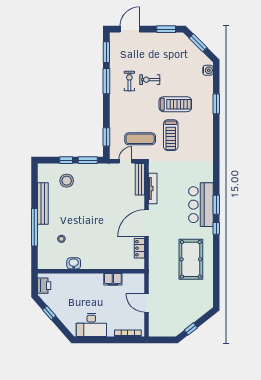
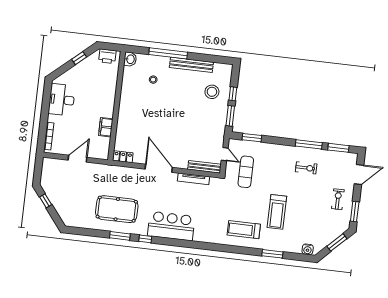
door: (130, 29) -> (359, 174), hinge flipped
exercise bike: (150, 80) -> (338, 199), moved
treadmill: (171, 135) -> (244, 230), moved
window: (216, 205) -> (120, 236), moved
locker: (139, 248) -> (123, 157), moved
washbasin: (74, 263) -> (130, 59), moved

